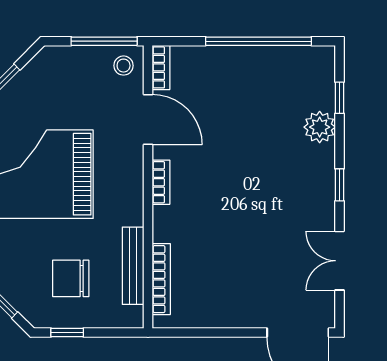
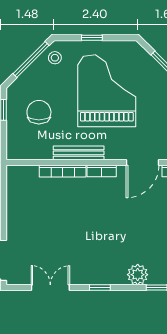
bench: (133, 266) -> (79, 153), moved
bookcase: (161, 279) -> (63, 171), moved

